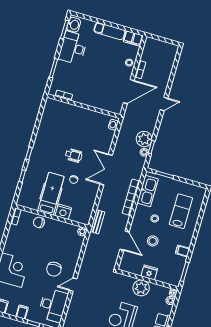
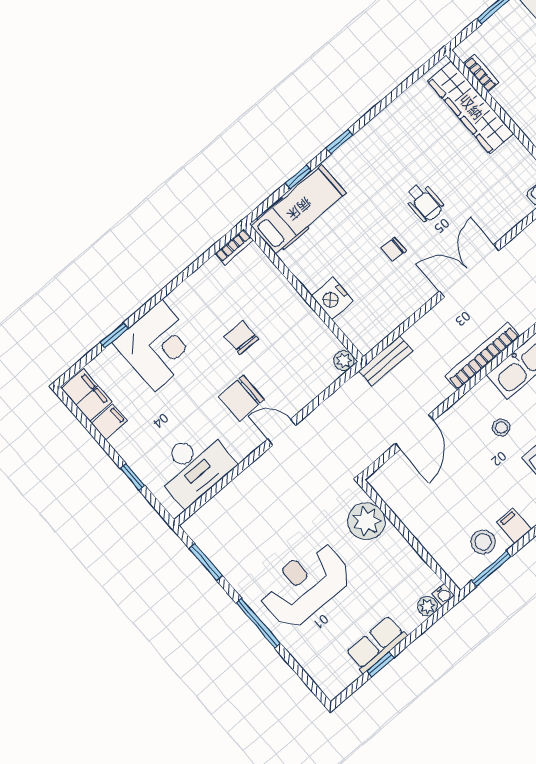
wardrobe: (68, 110) -> (471, 107), added
hospital bed: (51, 194) -> (299, 209), moved
chair: (39, 222) -> (241, 337), moved
stool: (153, 241) -> (483, 542), moved
fridge: (149, 272) -> (422, 525), removed
door: (73, 285) -> (282, 432), moved
plant: (141, 288) -> (366, 521), moved
filing cabinet: (22, 312) -> (109, 422), moved

